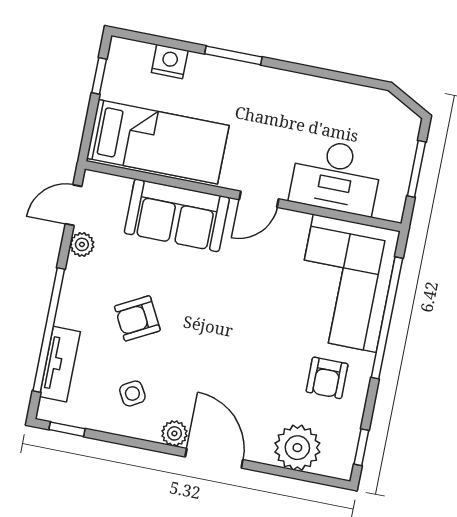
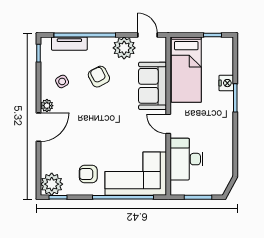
nightstand: (170, 62) -> (226, 83), moved
plant: (82, 244) -> (124, 48), width x1.88, depth x1.88
plant: (297, 448) -> (52, 184), moved

